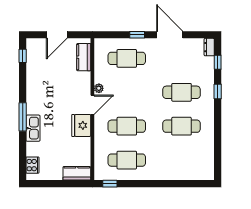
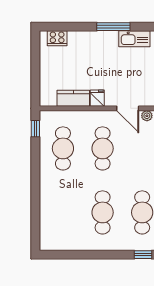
fridge: (81, 125) -> (97, 98), width x0.53, depth x0.75
kitchen sink: (33, 128) -> (134, 39), moved
kitchen counter: (77, 173) -> (73, 98), moved, turned -90

